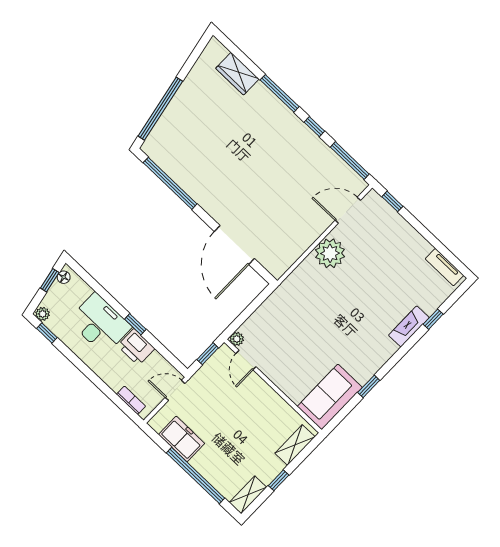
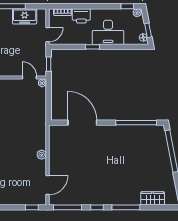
plant: (330, 253) -> (42, 155), width x0.53, depth x0.53
printer: (136, 347) -> (81, 16), moved, turned 180

